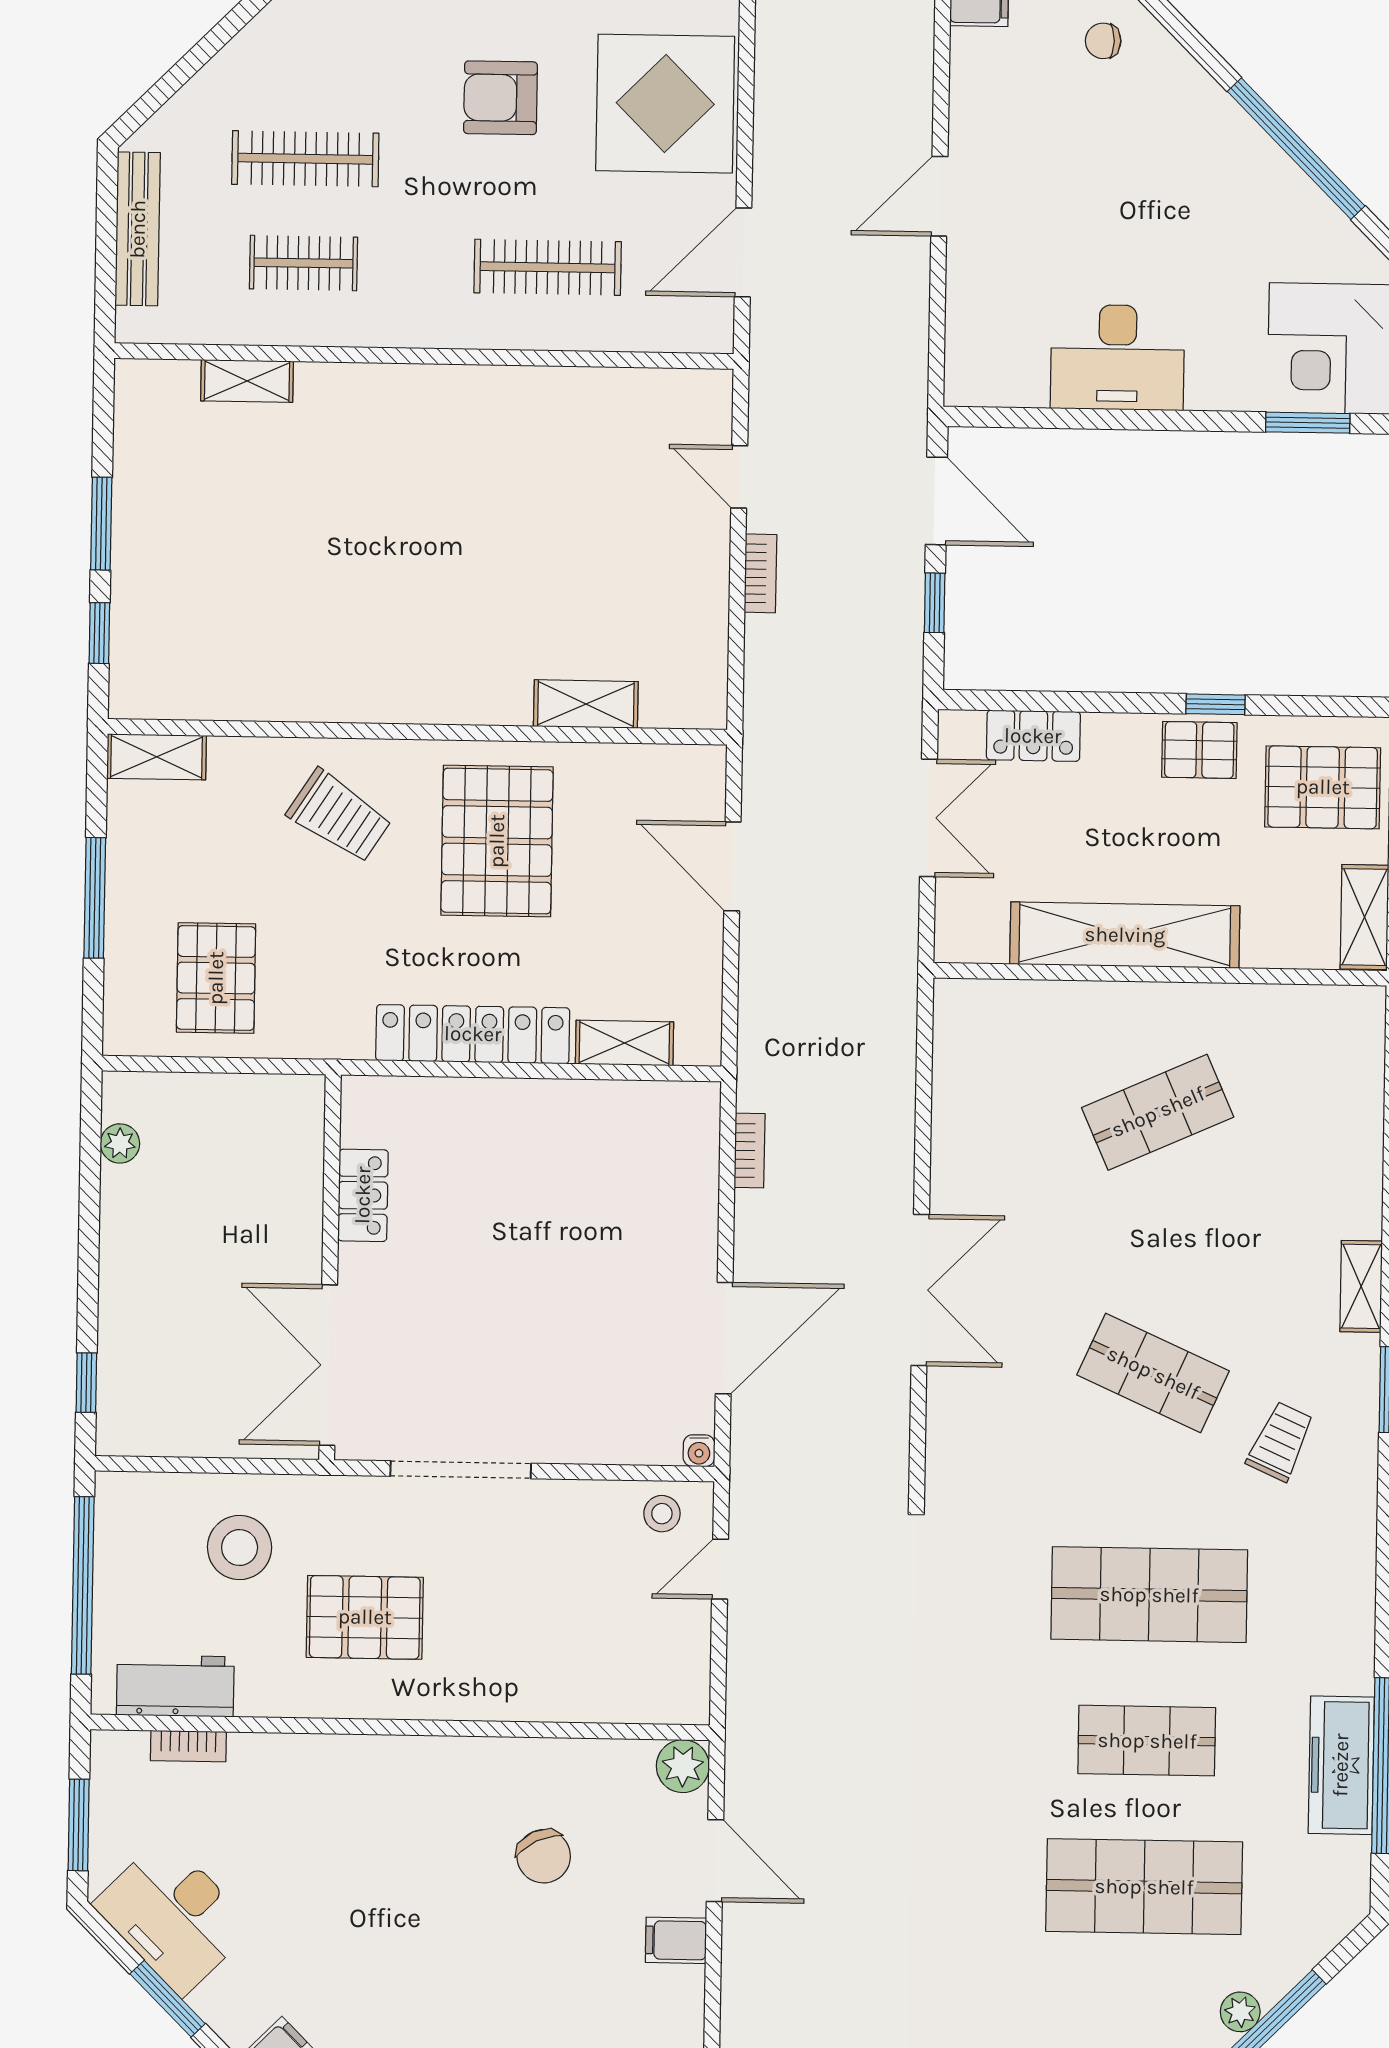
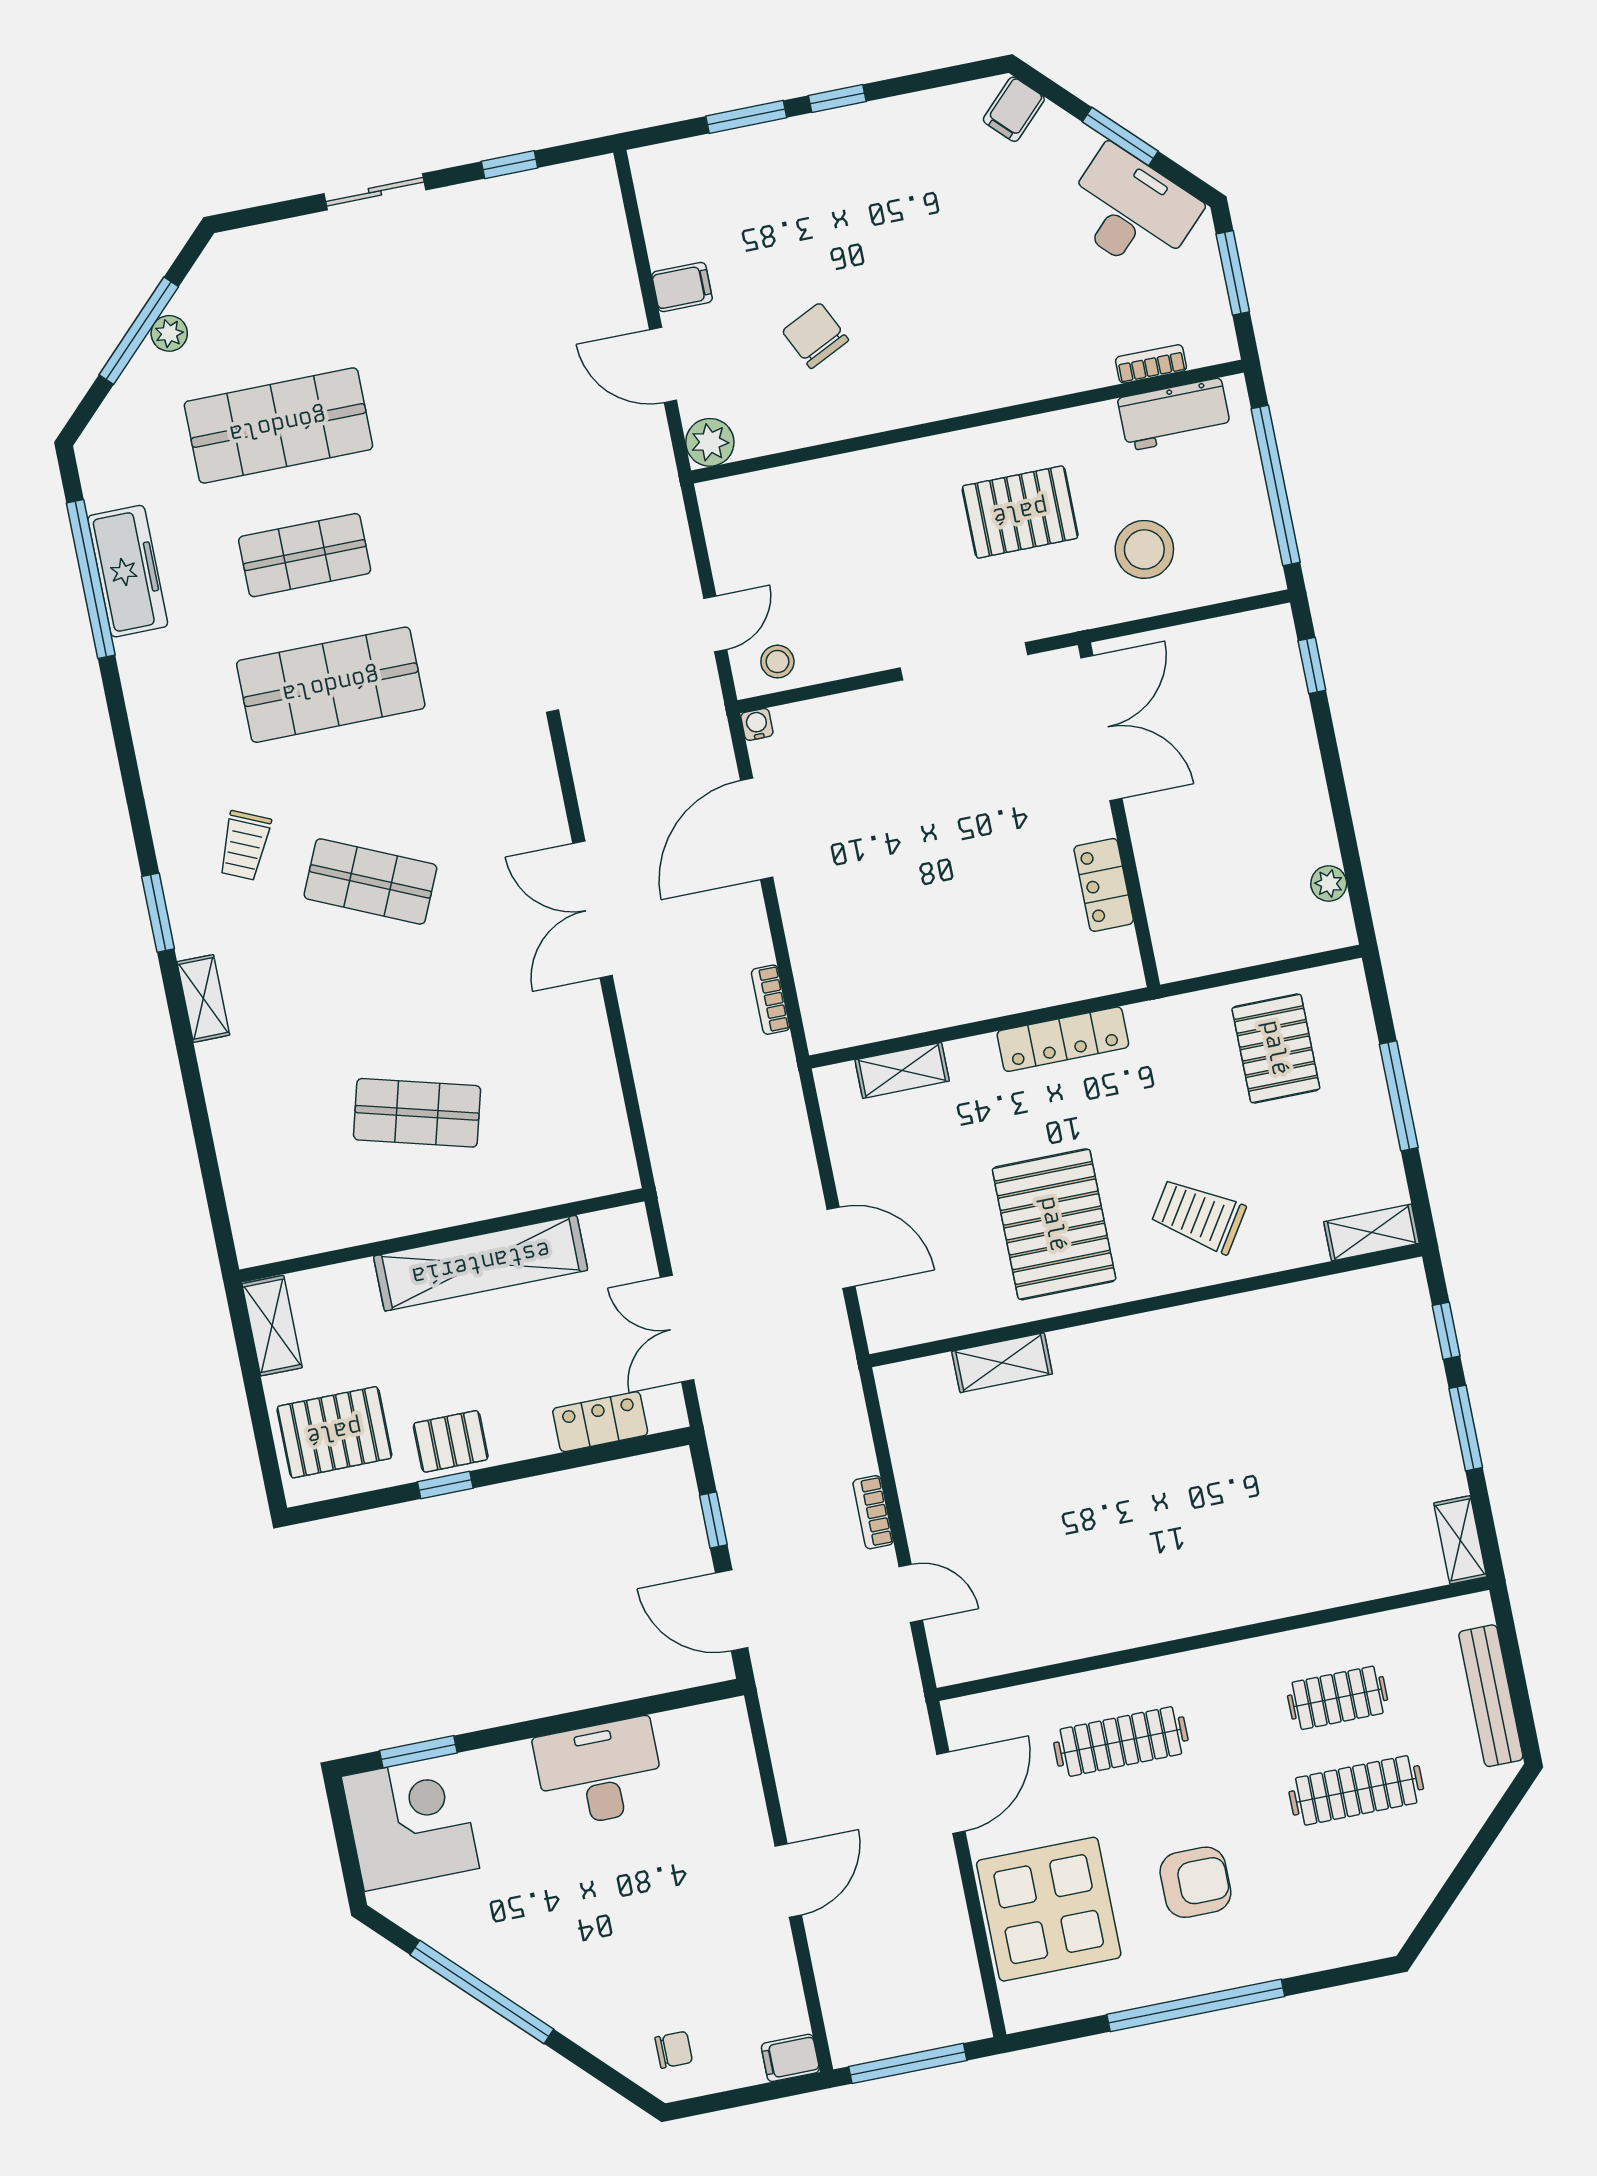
shelving: (247, 381) -> (1460, 1540), moved, turned 90
locker: (473, 1034) -> (1063, 1039), width x0.71, depth x0.83
shop shelf: (1158, 1112) -> (417, 1113), turned 39

